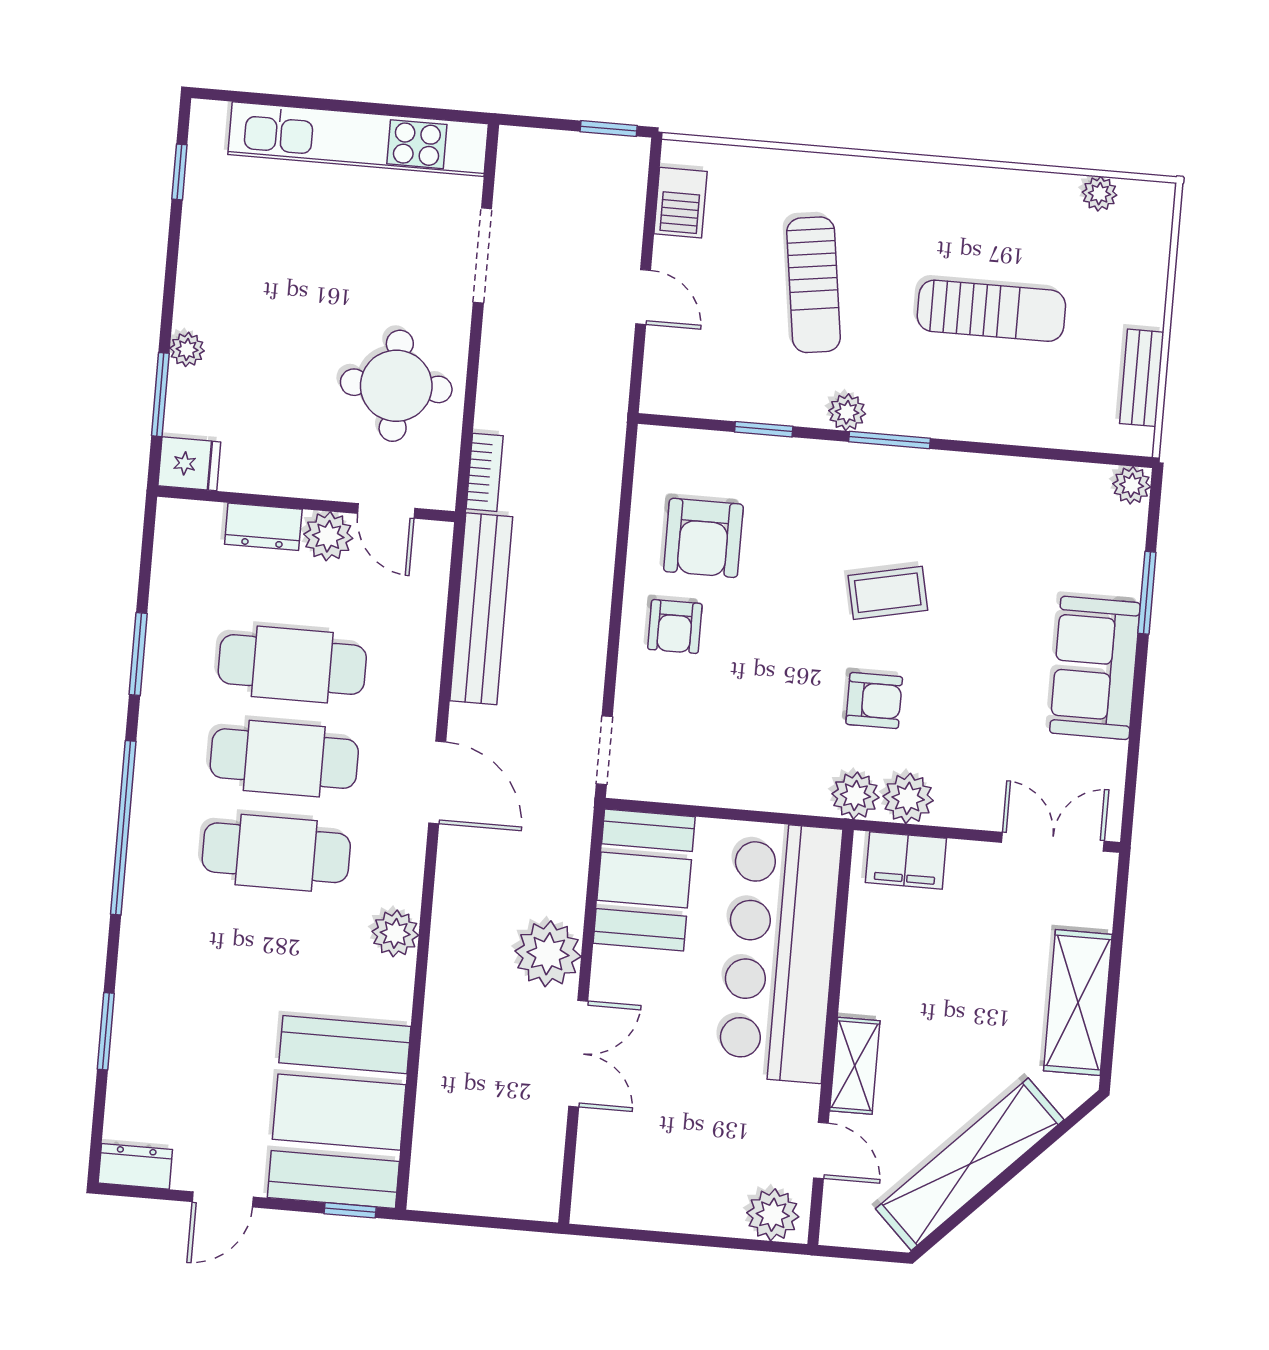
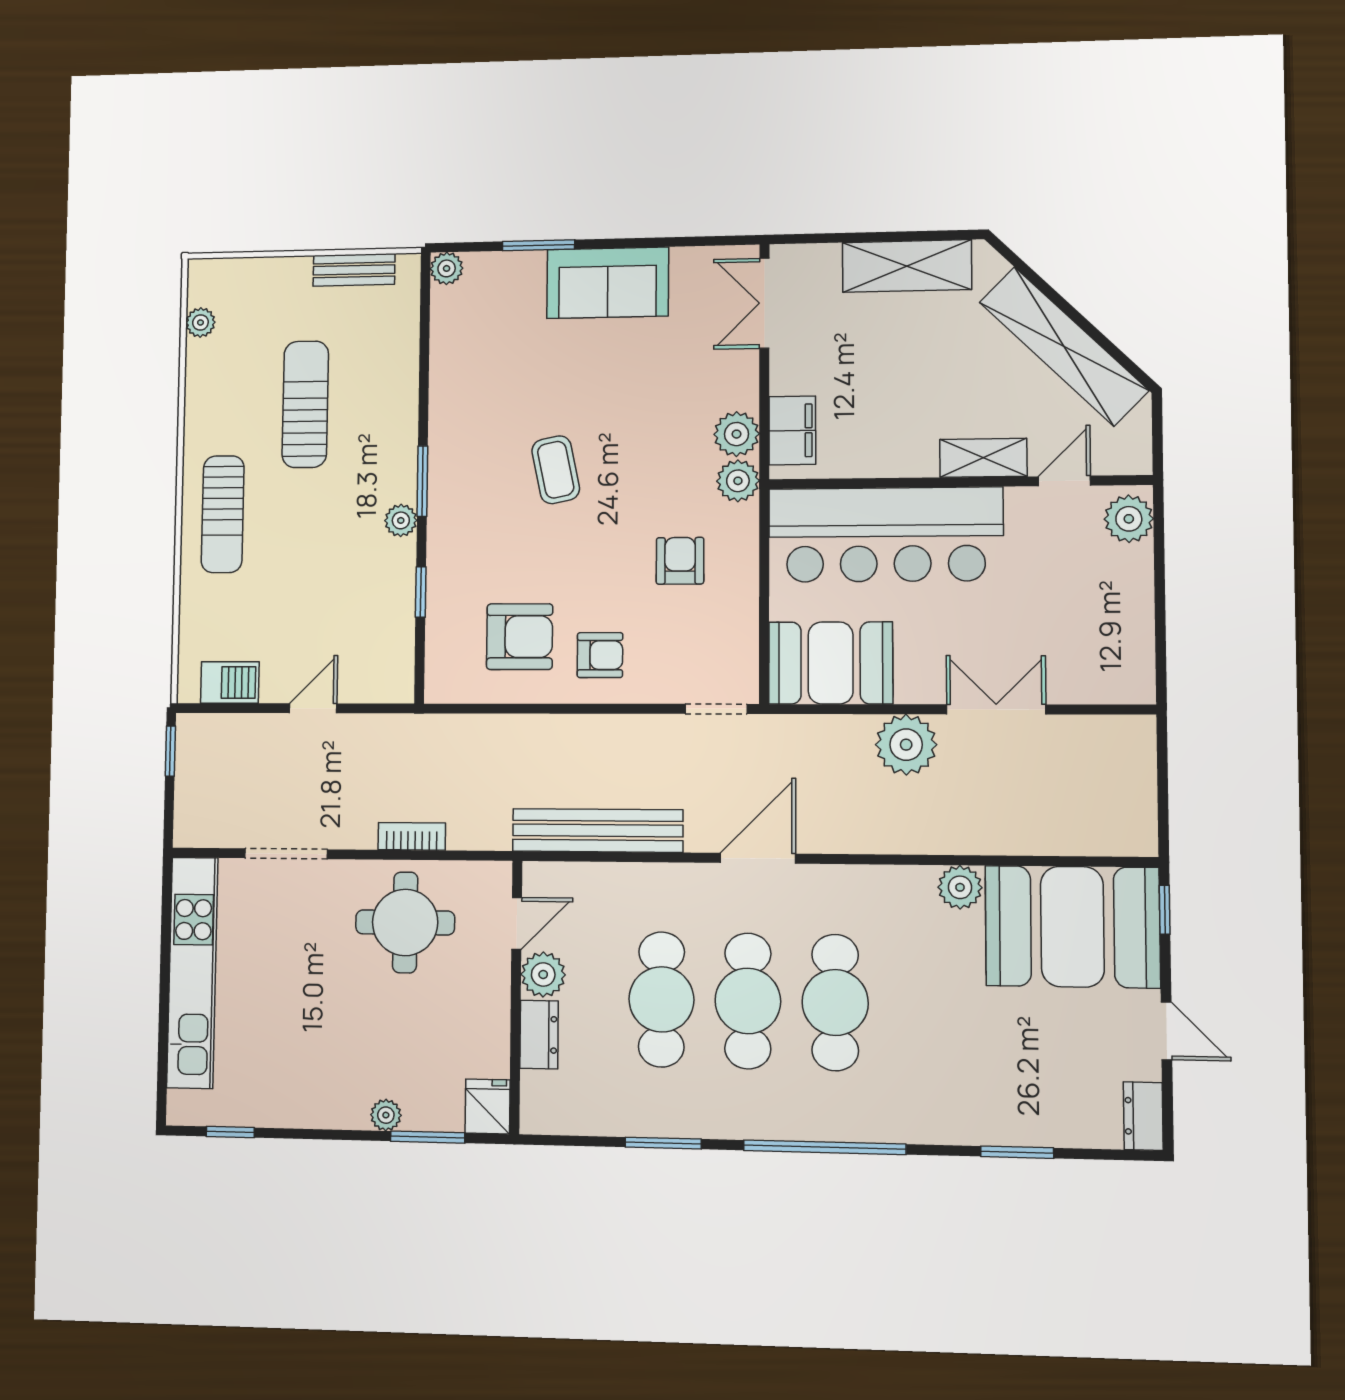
sun lounger: (814, 285) -> (223, 514), moved, turned 98
bookcase: (485, 472) -> (412, 836), moved
armchair: (874, 700) -> (680, 561), moved
plant: (395, 933) -> (960, 887), moved

